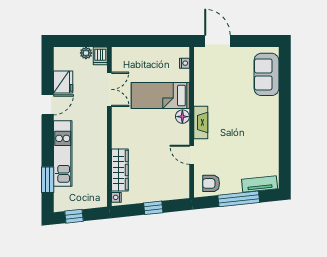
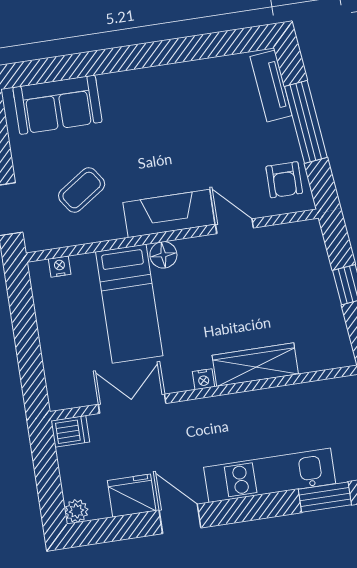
plant: (86, 53) -> (76, 511), moved
coffee table: (221, 80) -> (82, 190), added
fireplace: (201, 122) -> (169, 214), width x1.37, depth x1.32
door: (192, 155) -> (234, 226), swing flipped
wardrobe: (120, 170) -> (255, 365), moved
nightstand: (116, 197) -> (203, 379), moved

